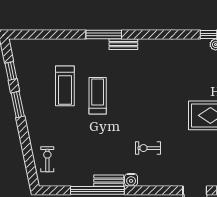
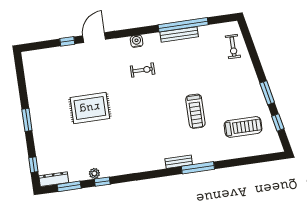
treadmill: (65, 86) -> (243, 127), moved, turned 90
water cooler: (131, 180) -> (137, 41), moved
bench: (109, 181) -> (179, 34), width x1.36

